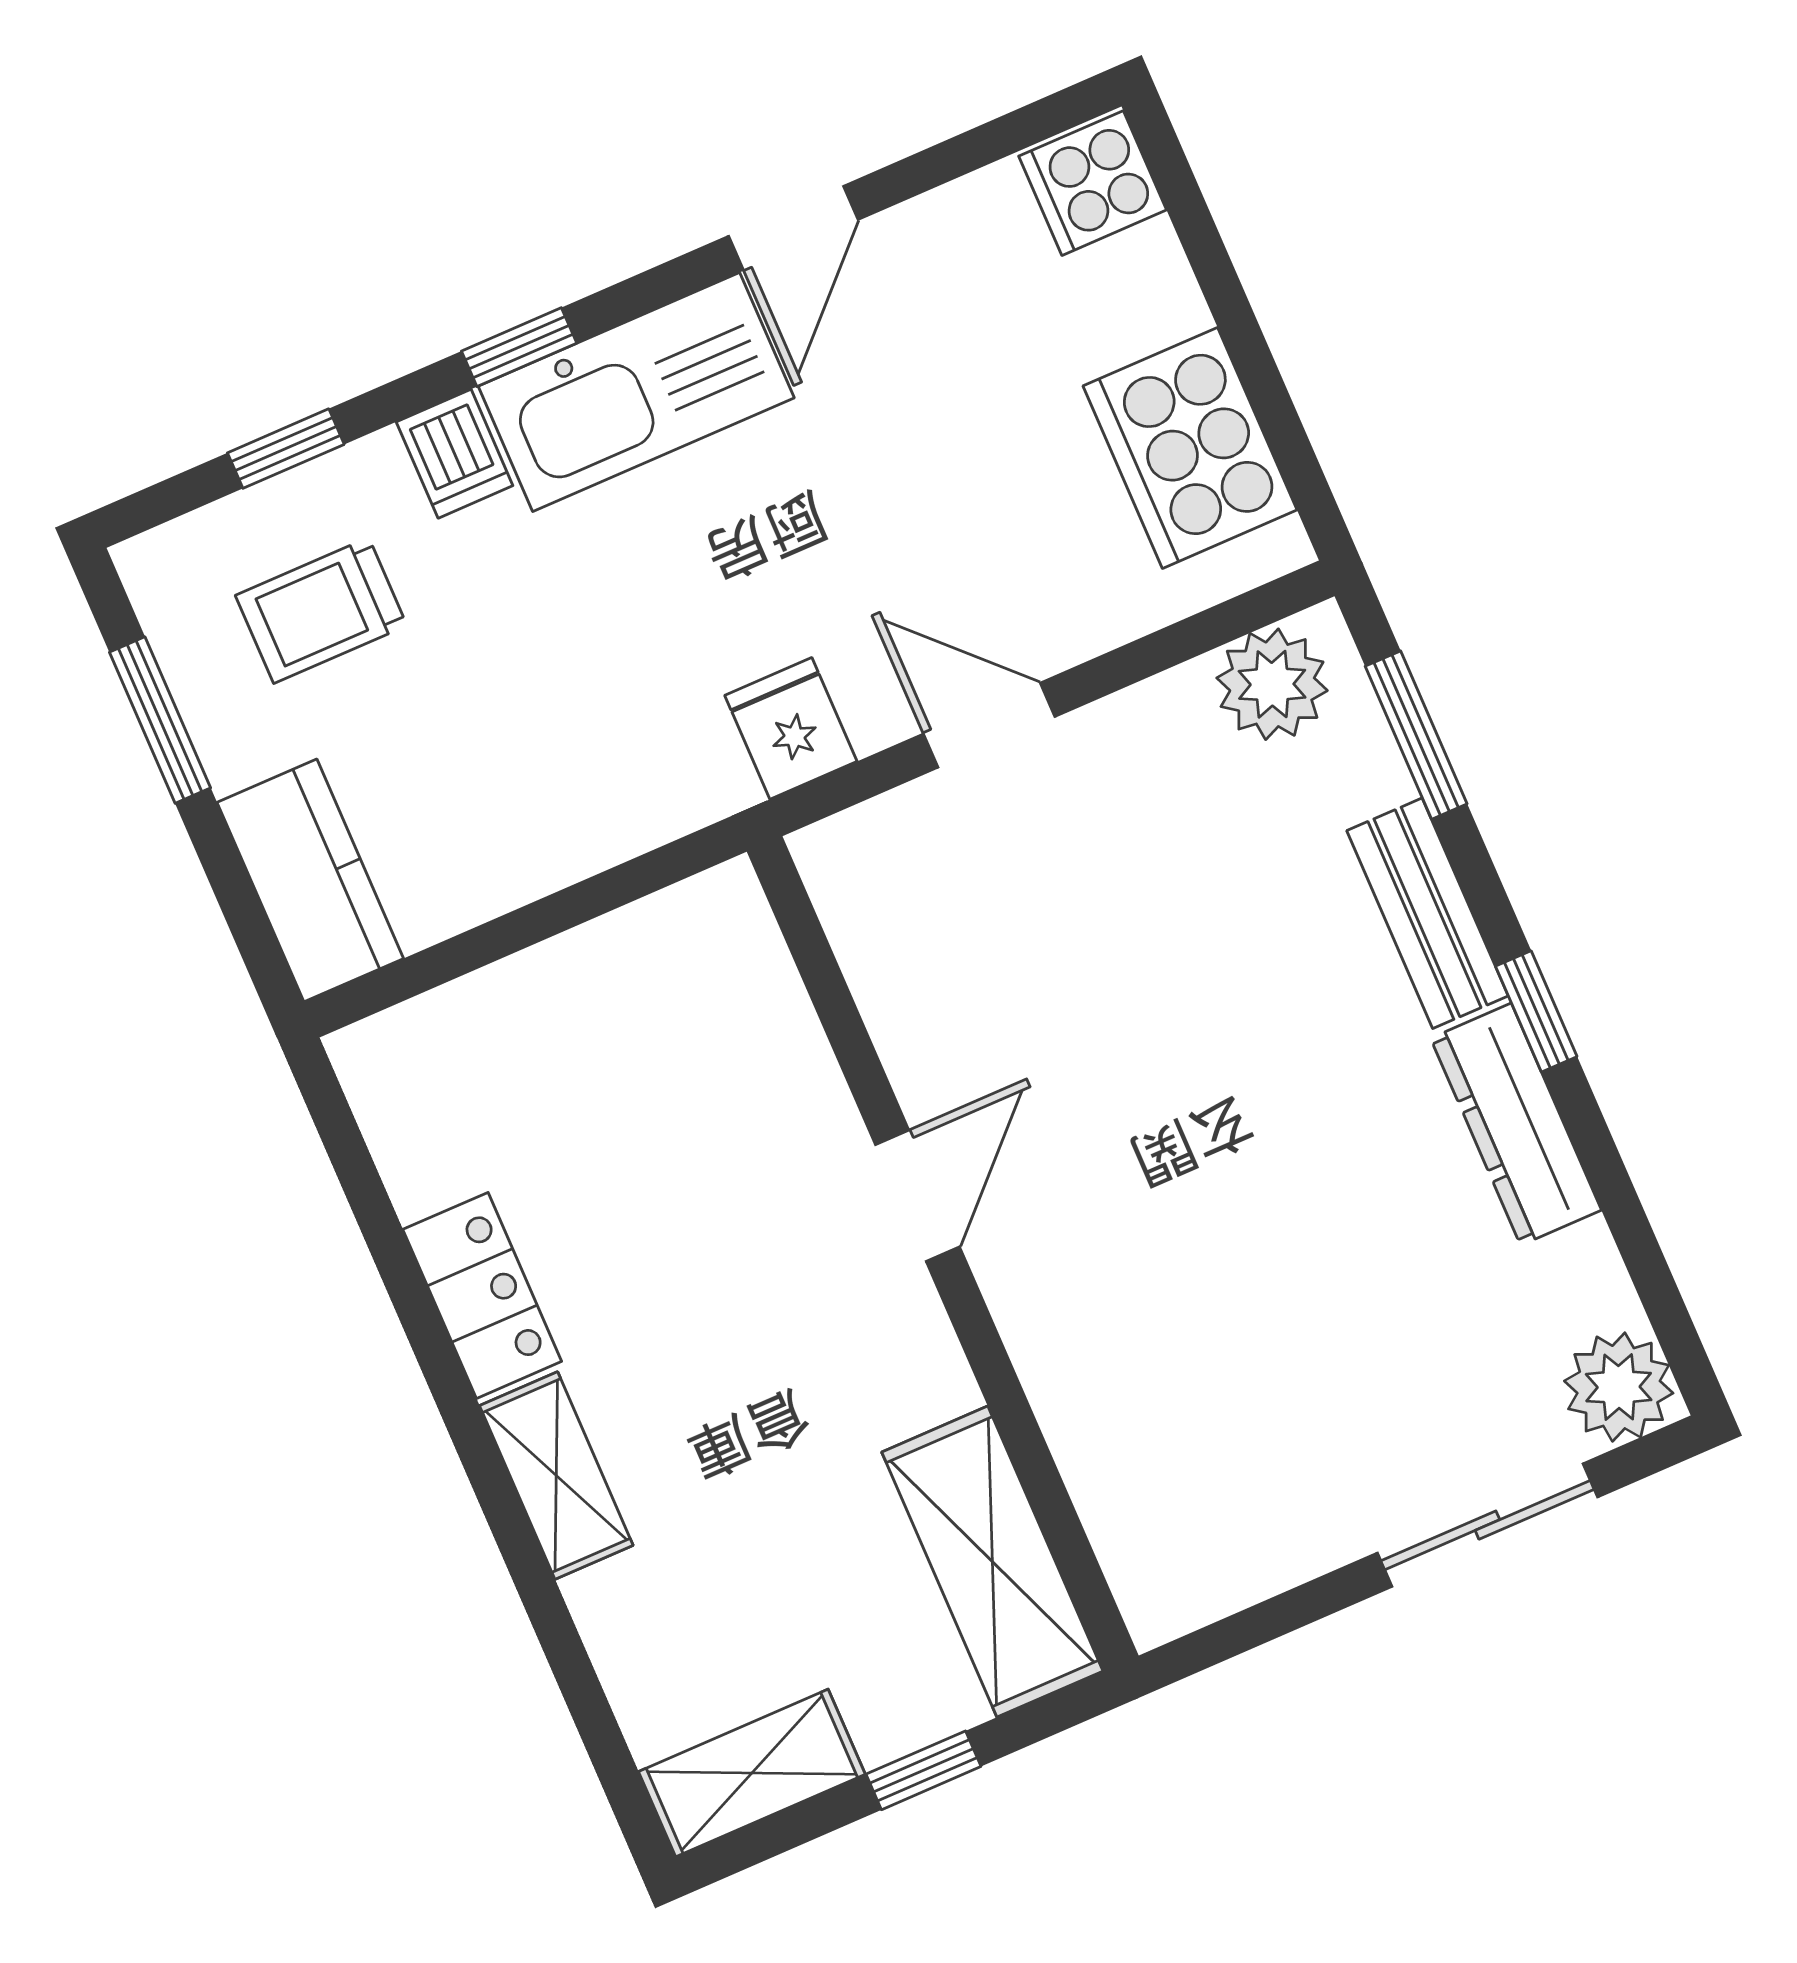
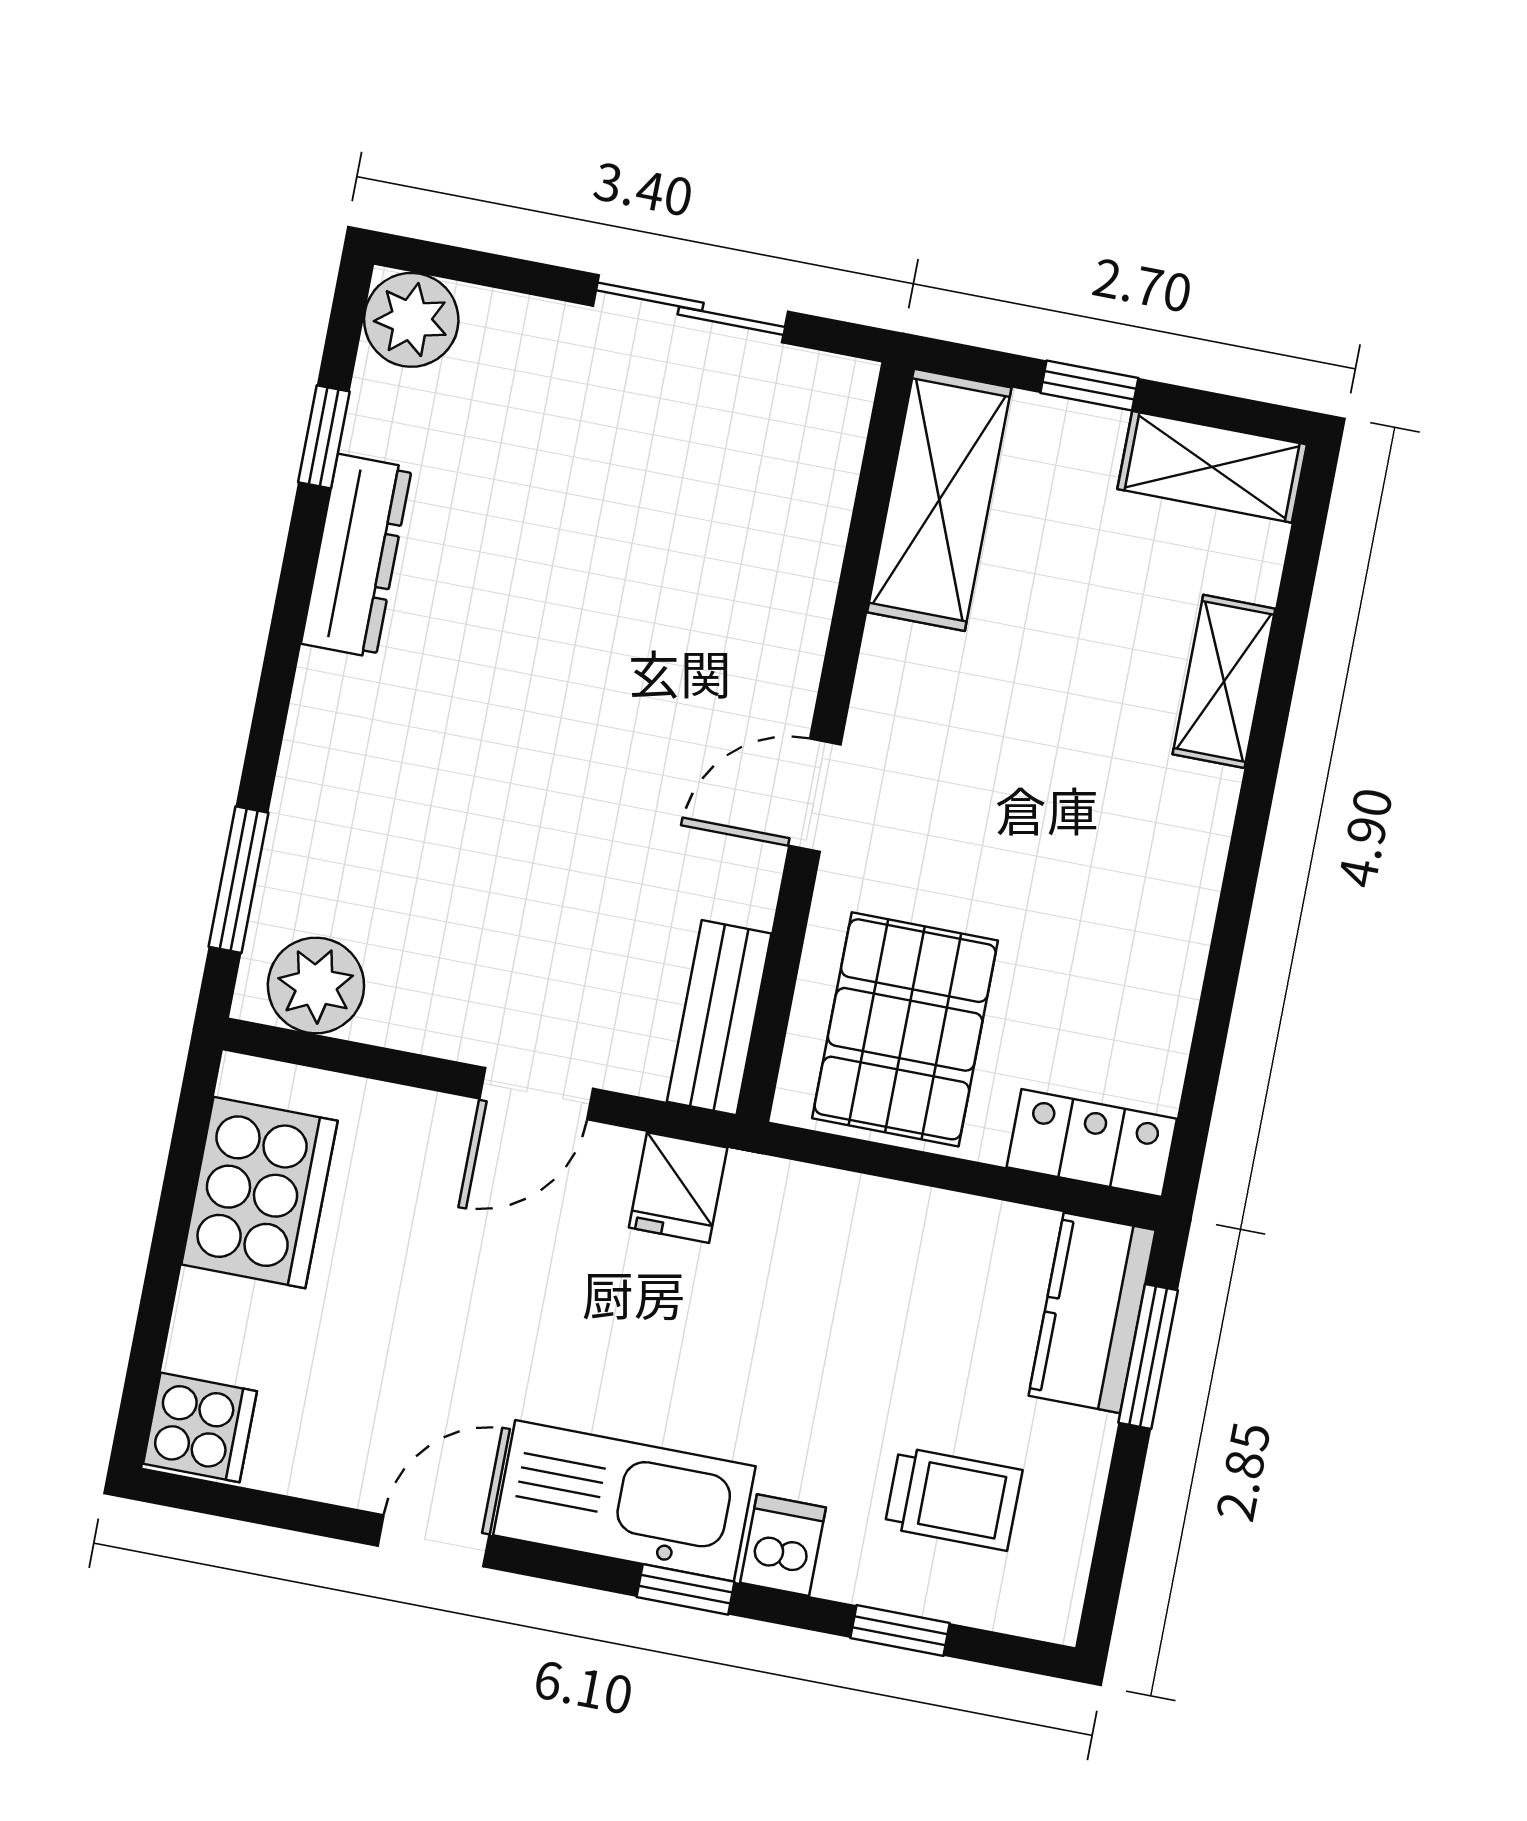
window: (160, 720) -> (1148, 1356), moved
door: (989, 725) -> (536, 1094), hinge flipped
bench: (1427, 913) -> (719, 1018), moved
window: (1536, 1011) -> (324, 437), moved
pallet: (677, 1030) -> (905, 1029), added
locker: (482, 1295) -> (1092, 1143), moved, turned 90
shelving: (556, 1476) -> (1224, 681), moved
sliding door: (1487, 1525) -> (691, 309), moved

